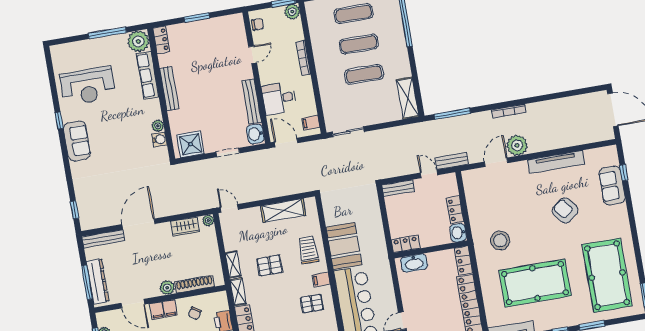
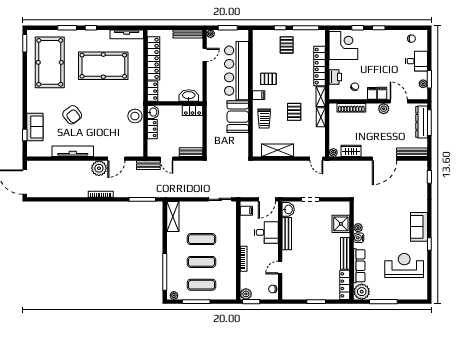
locker: (161, 40) -> (345, 285), width x1.53
water cooler: (159, 139) -> (359, 238), moved
door: (286, 142) -> (267, 199), hinge flipped
shower: (190, 144) -> (341, 224), moved
stool: (500, 240) -> (135, 116), moved
pallet: (270, 266) -> (294, 112), turned 90
plant: (167, 288) -> (384, 109), moved

